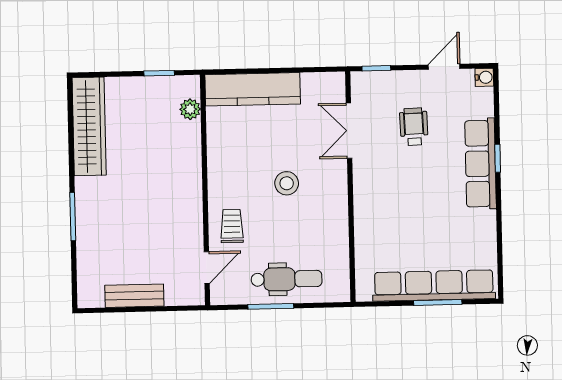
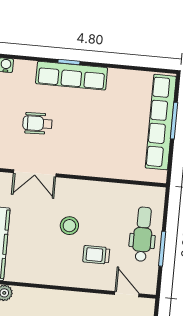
trolley: (232, 226) -> (96, 255), moved

